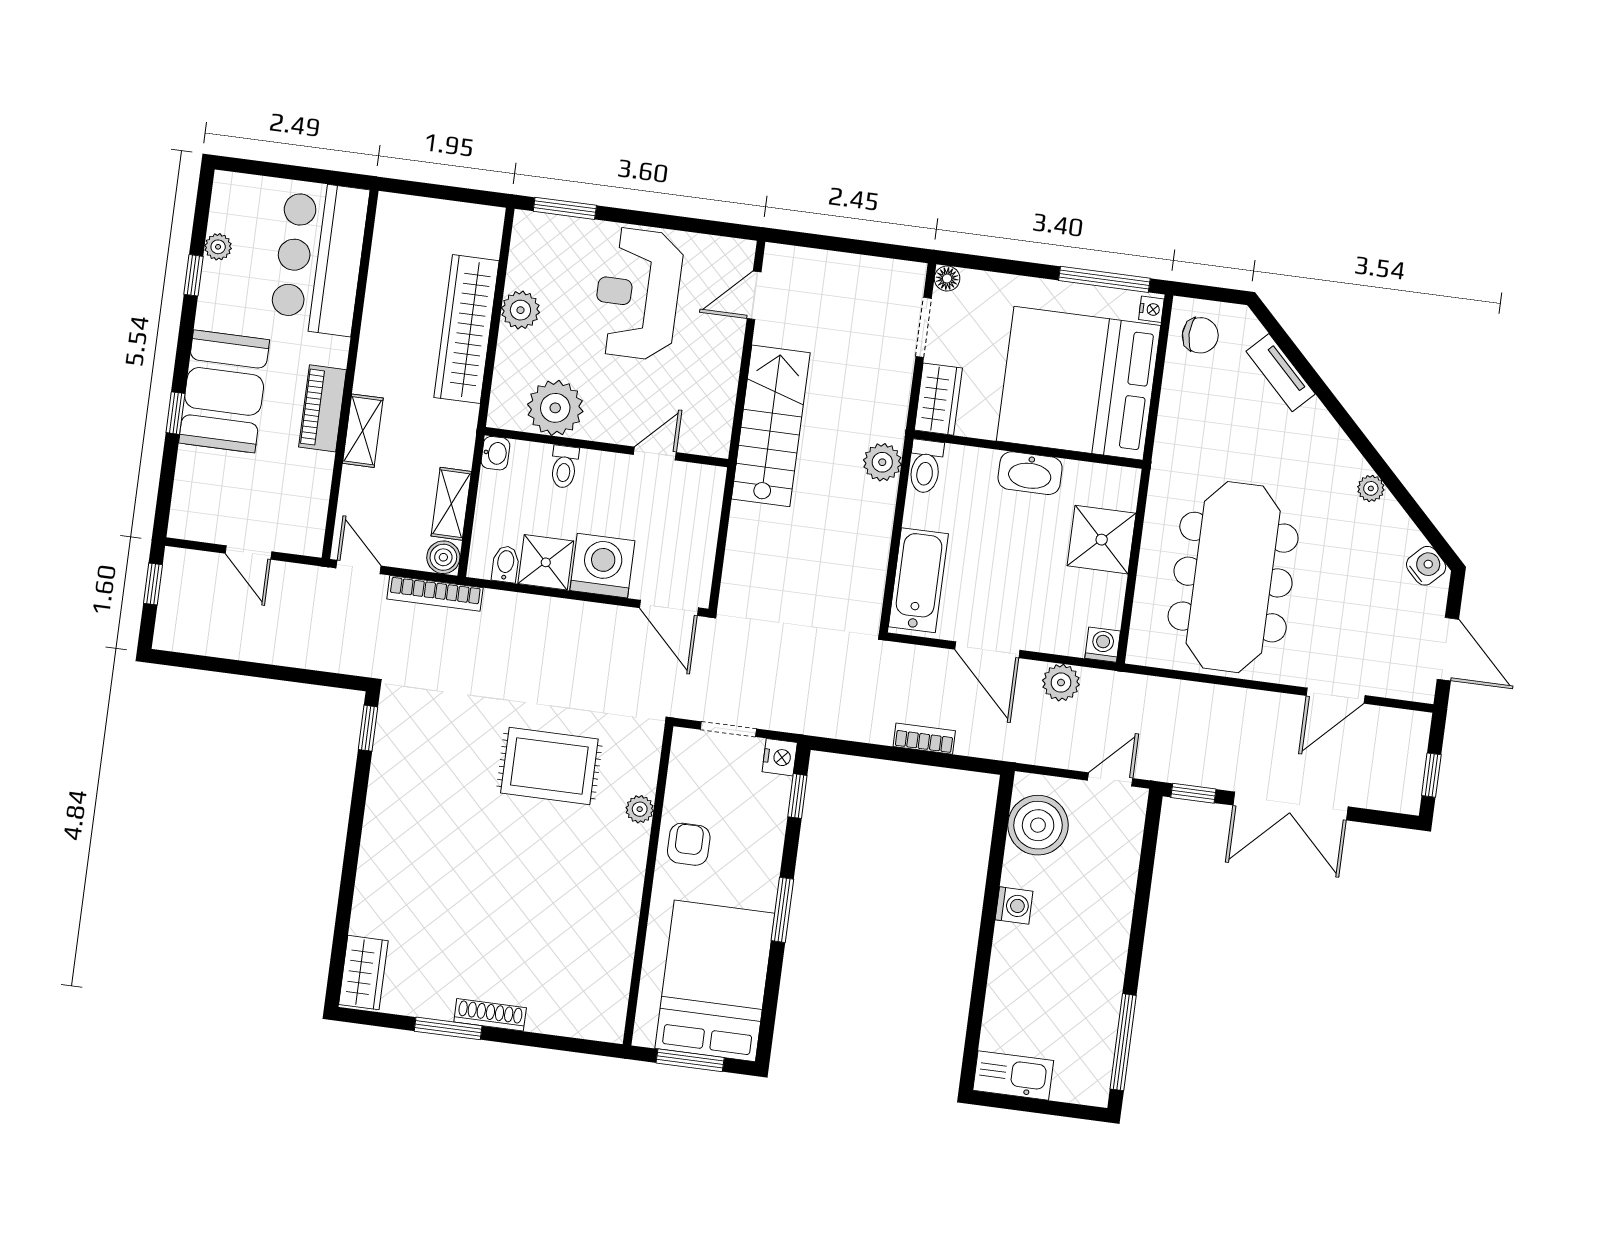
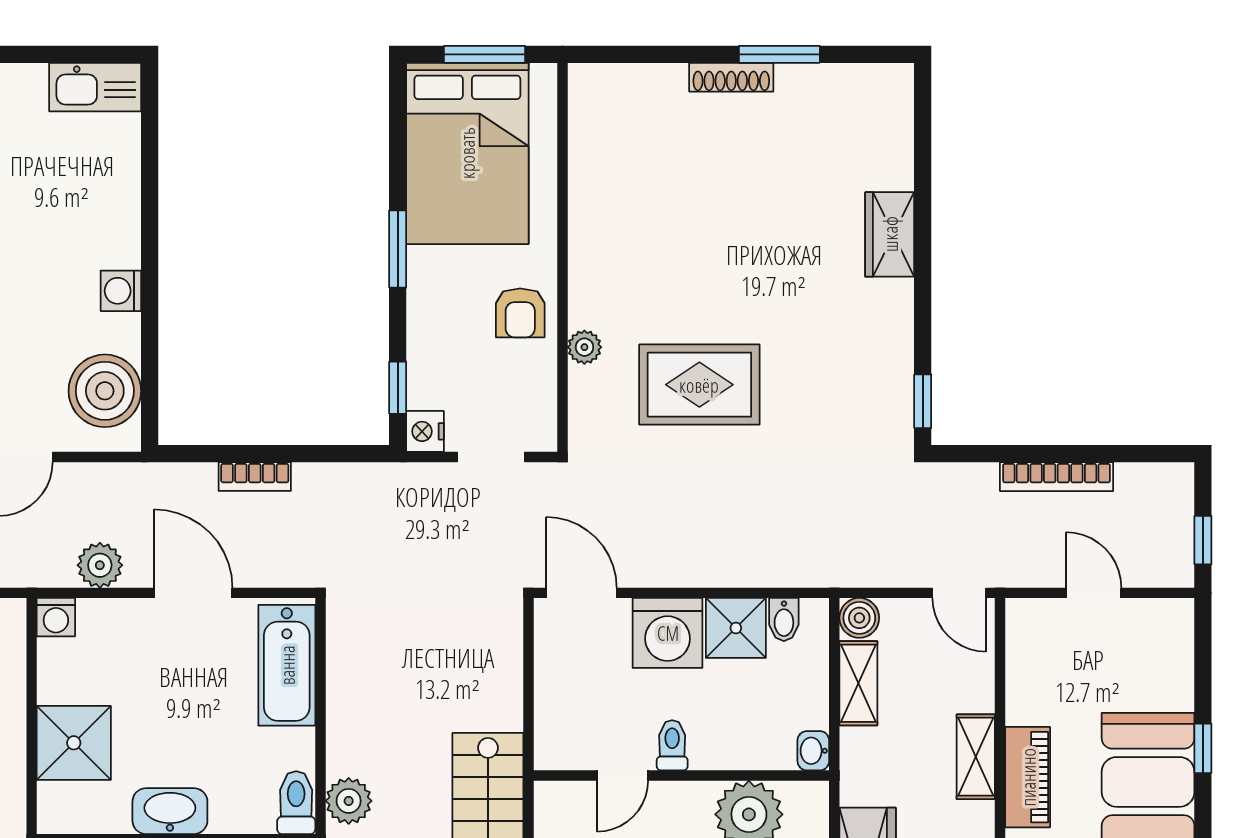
toilet: (564, 467) -> (672, 745), moved
bookcase: (435, 593) -> (1057, 477), moved, turned 180
wardrobe: (363, 973) -> (890, 234), moved

